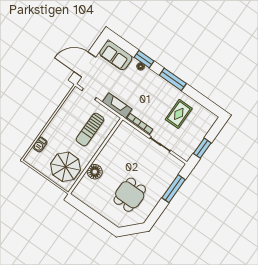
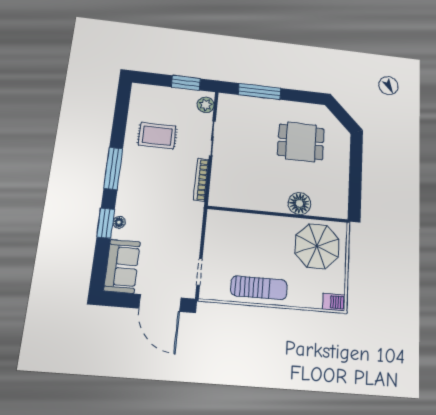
fireplace: (117, 106) -> (193, 224), removed
sun lounger: (90, 130) -> (259, 288), moved
barbecue: (40, 144) -> (334, 302), moved
plant: (182, 152) -> (206, 105), added

